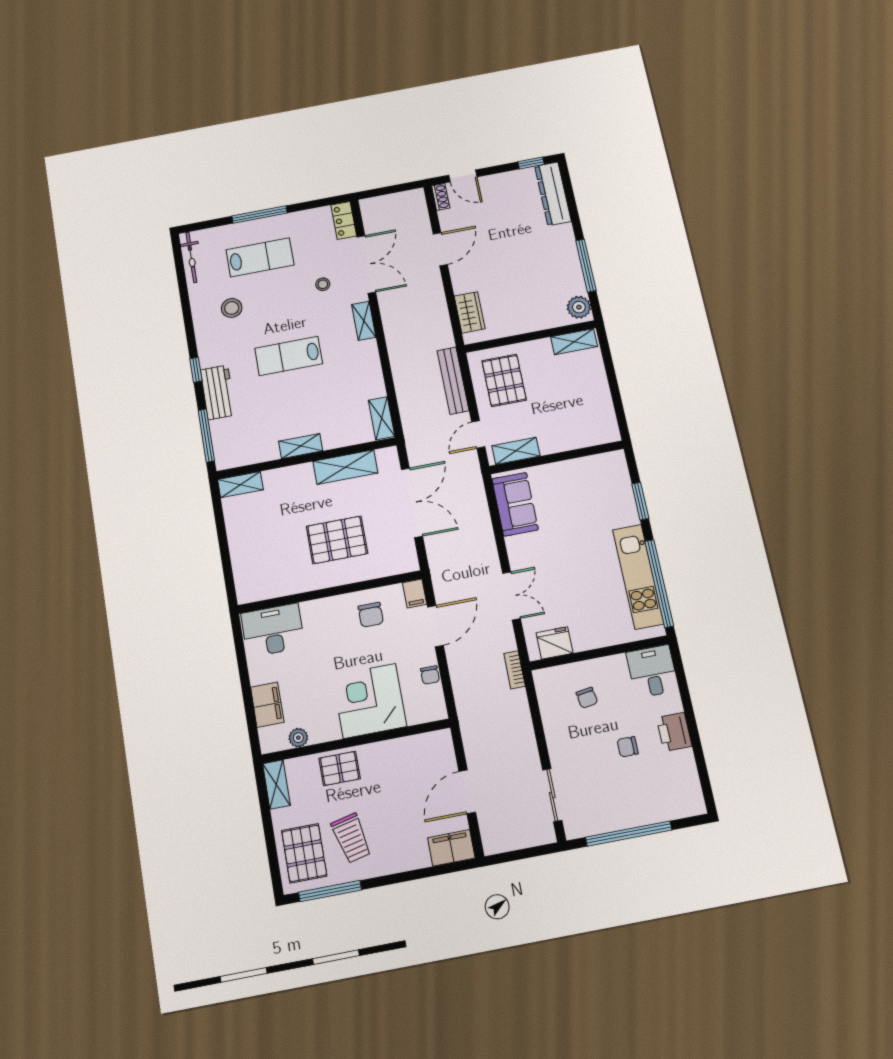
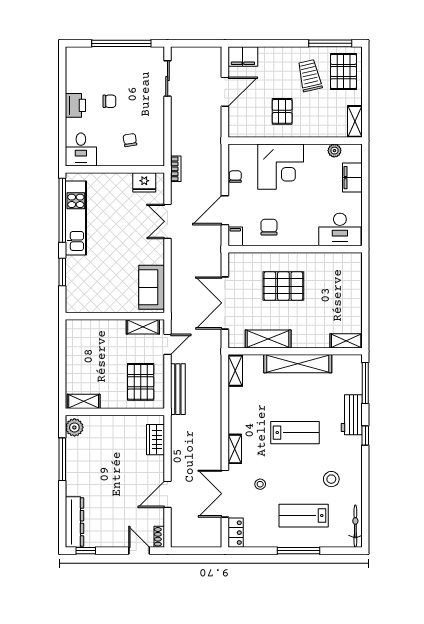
shelving: (301, 446) -> (298, 364), width x2.20, depth x1.33
pallet: (340, 768) -> (282, 111), moved, turned 90

